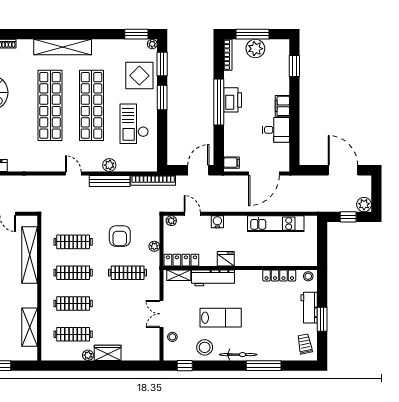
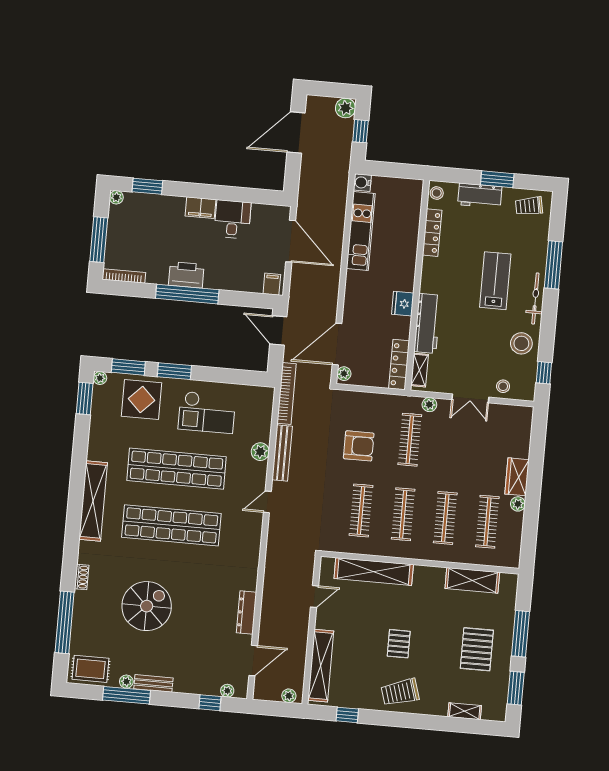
plant: (255, 49) -> (116, 197), moved, width x0.53, depth x0.53
door: (192, 214) -> (337, 344), width x1.88
water cooler: (217, 222) -> (362, 183), moved
plant: (154, 246) -> (429, 405), moved
lab bench: (221, 318) -> (495, 281), moved

